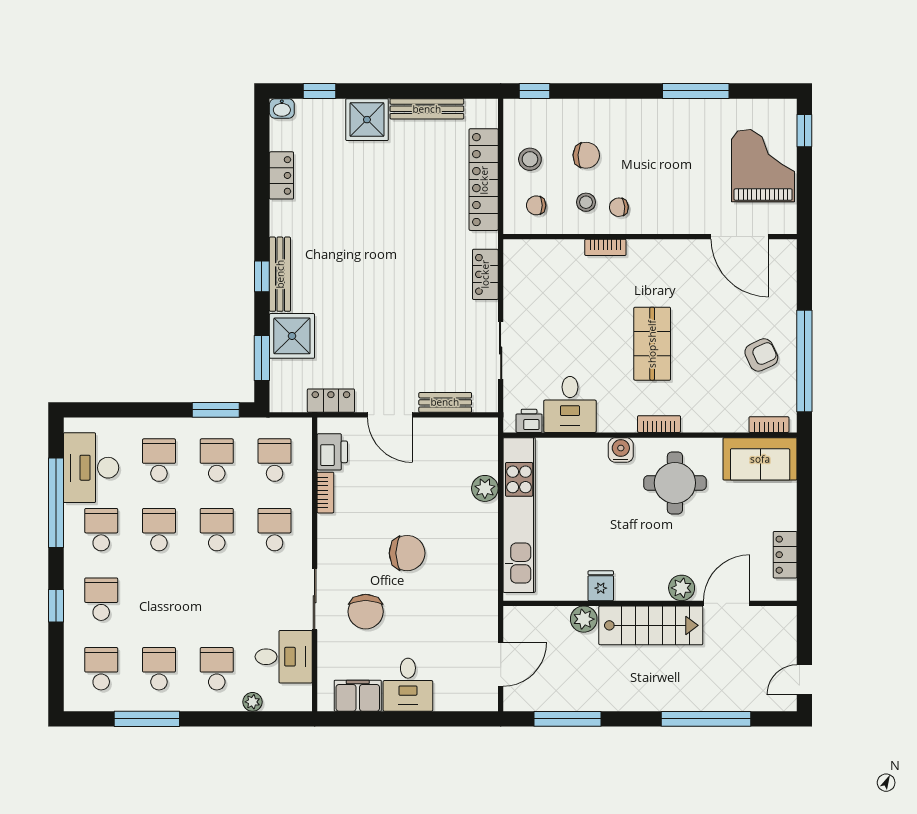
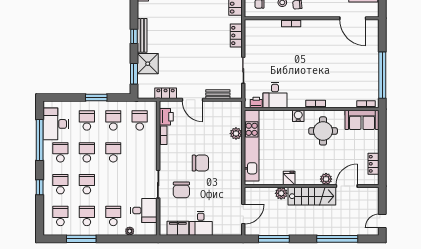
shop shelf: (652, 344) -> (313, 67), removed
armchair: (761, 355) -> (363, 72), removed
window: (216, 410) -> (96, 98), moved
school desk: (275, 530) -> (87, 184), moved

